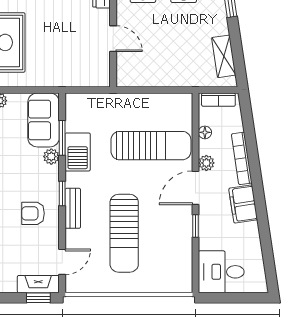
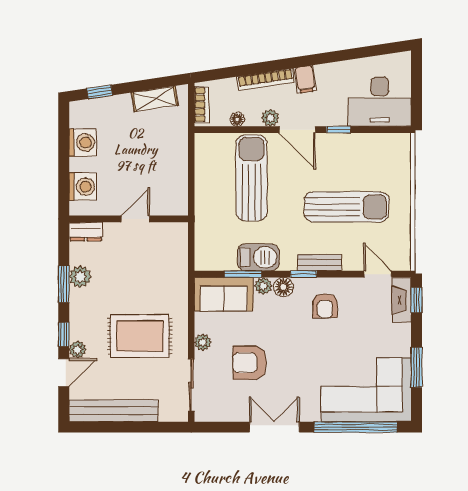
floor lamp: (50, 175) -> (283, 287), added
filing cabinet: (243, 204) -> (305, 79), width x0.50
desk: (221, 272) -> (380, 102), width x1.37

